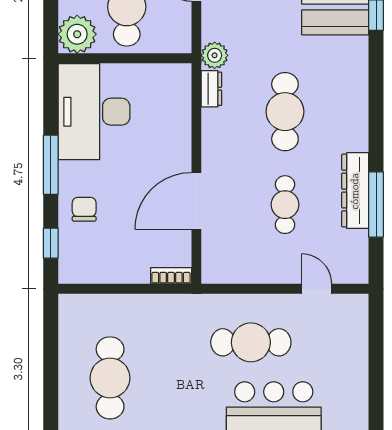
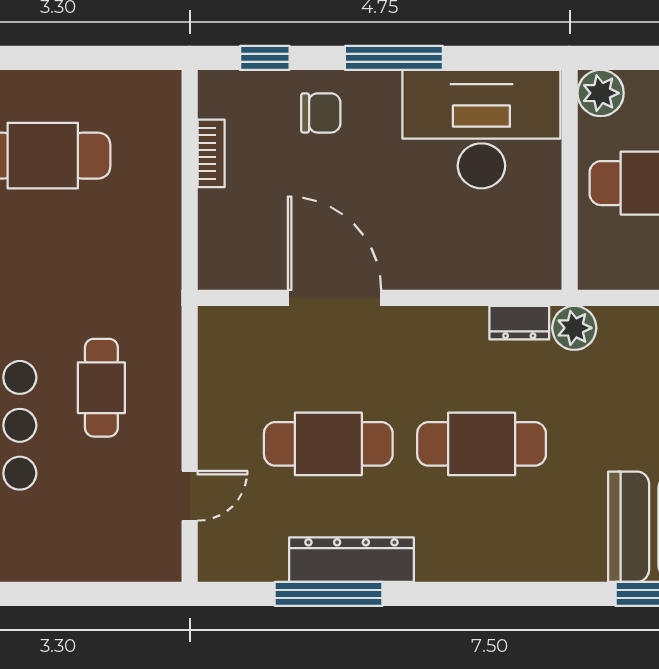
plant: (77, 34) -> (601, 93), width x0.73, depth x0.73
cafe table: (285, 205) -> (328, 444), width x1.37, depth x1.35
bookcase: (171, 276) -> (211, 153), moved
cafe table: (251, 342) -> (101, 388), width x0.73, depth x0.74

